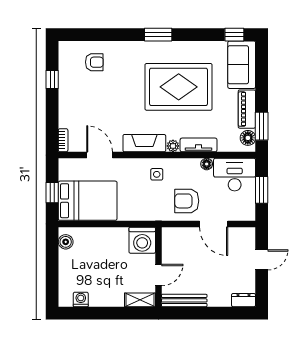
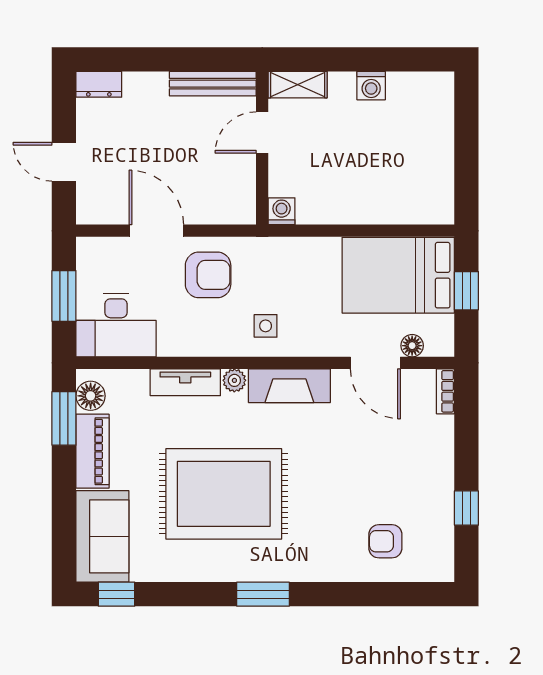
floor lamp: (207, 164) -> (412, 346), moved
washing machine: (142, 240) -> (282, 211), width x0.53, depth x0.53
boiler: (66, 242) -> (440, 196), removed
door: (262, 260) -> (64, 162), hinge flipped
washing machine: (81, 299) -> (371, 86), moved

